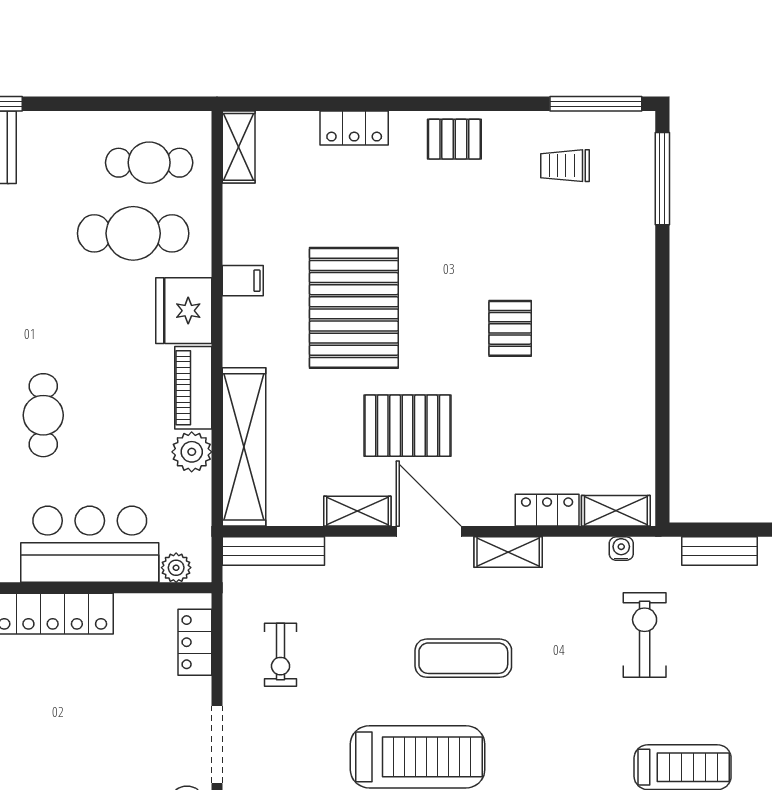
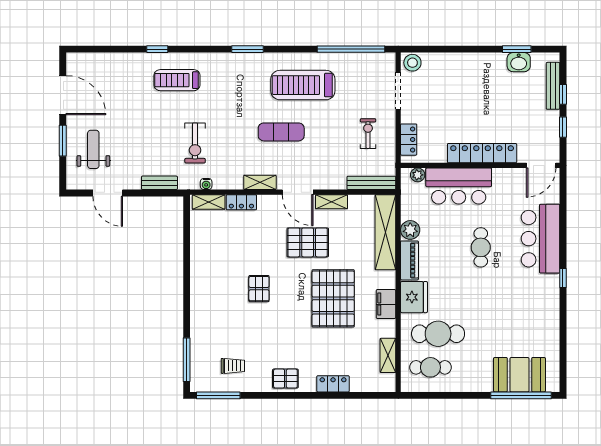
shelving: (239, 147) -> (388, 355), moved
filing cabinet: (243, 281) -> (386, 304), width x2.00

